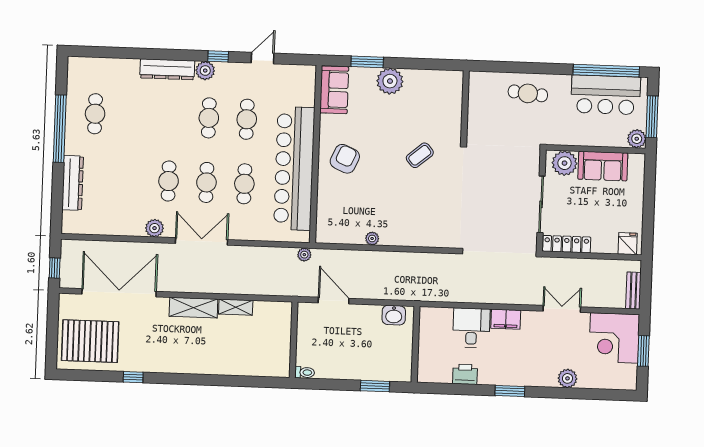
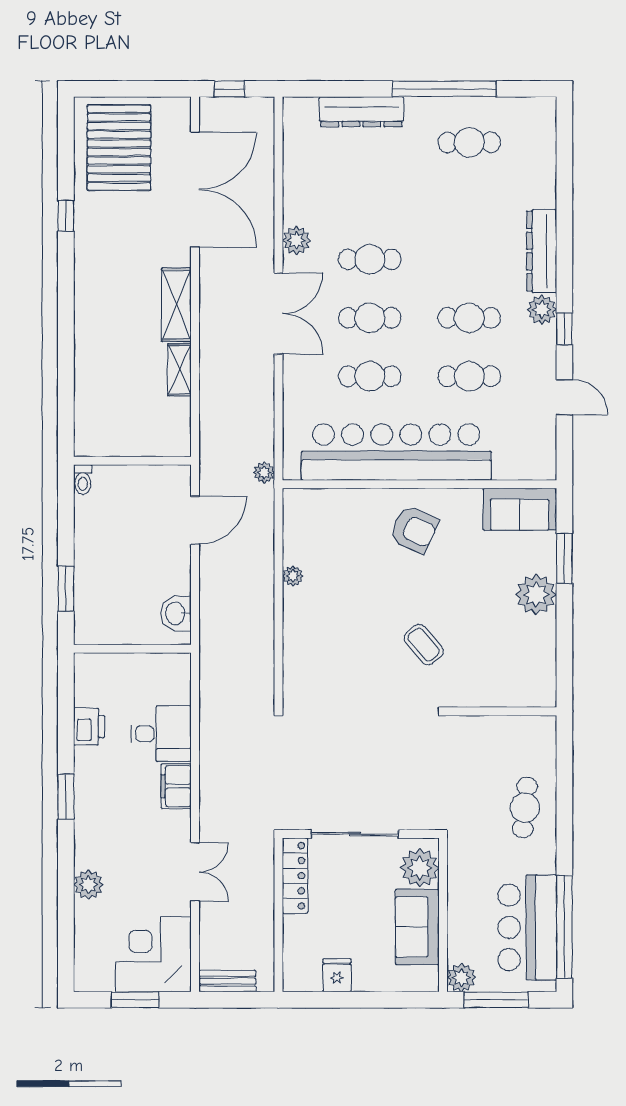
fridge: (628, 244) -> (337, 975), moved, turned -90

